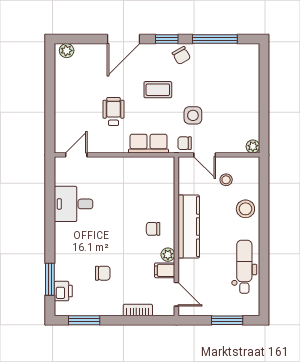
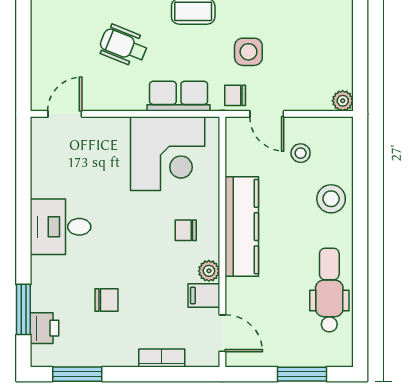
wheelchair: (114, 111) -> (123, 46), turned -68
corner desk: (142, 180) -> (168, 154), added
desk: (73, 204) -> (61, 227), moved

